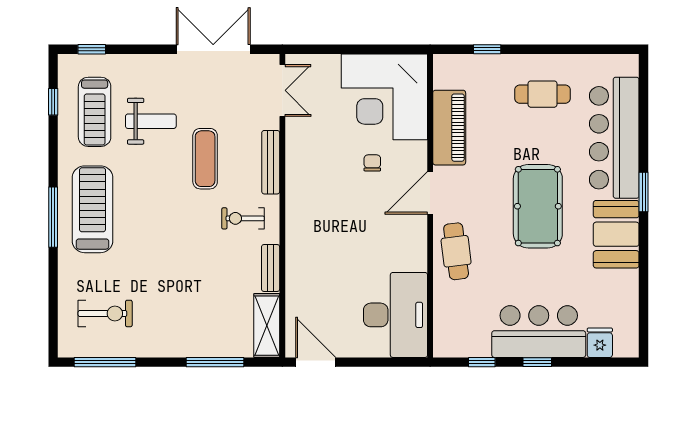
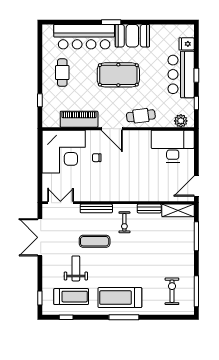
plant: (446, 331) -> (181, 121), added

